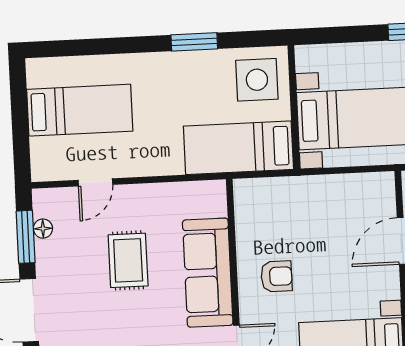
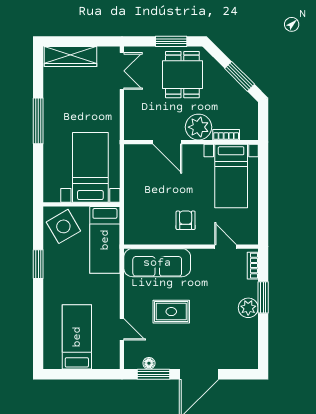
side table: (257, 80) -> (63, 226), turned -30
sofa: (208, 273) -> (157, 263), moved

